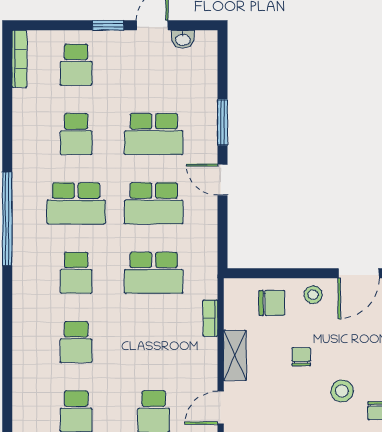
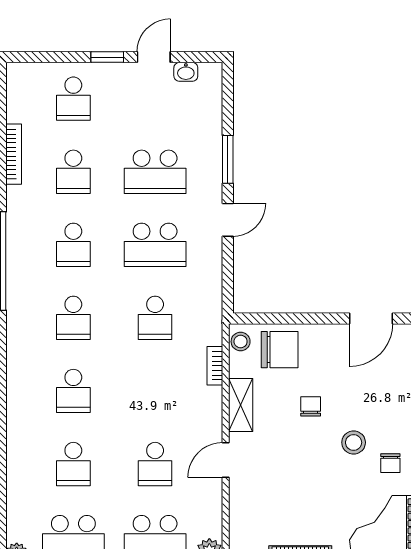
bookcase: (19, 59) -> (14, 154), moved
door: (223, 180) -> (228, 220), swing flipped
school desk: (76, 203) -> (73, 245), width x0.54
school desk: (154, 273) -> (155, 318), width x0.54
stool: (313, 295) -> (241, 342), moved
chair: (272, 303) -> (280, 350), width x1.37, depth x1.37

